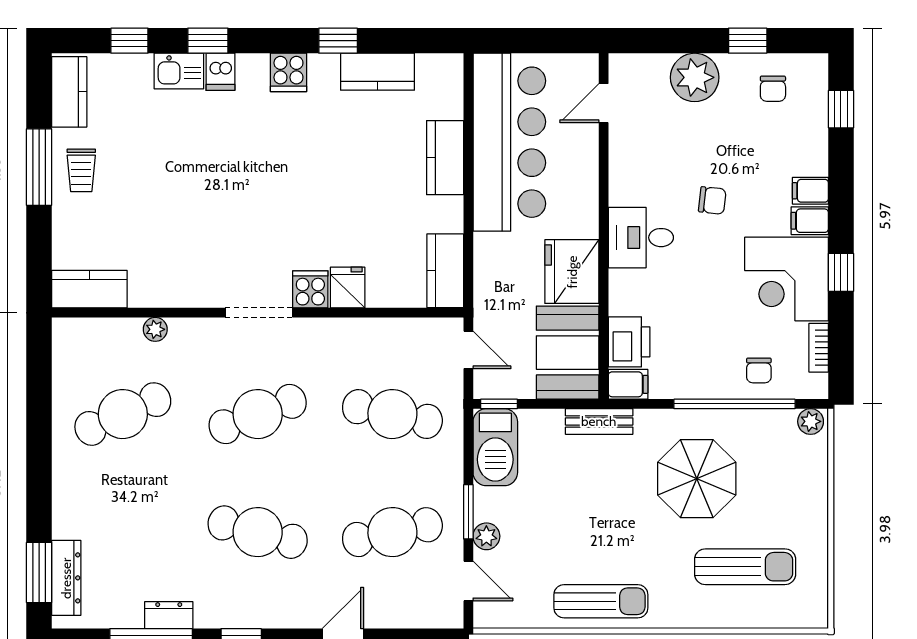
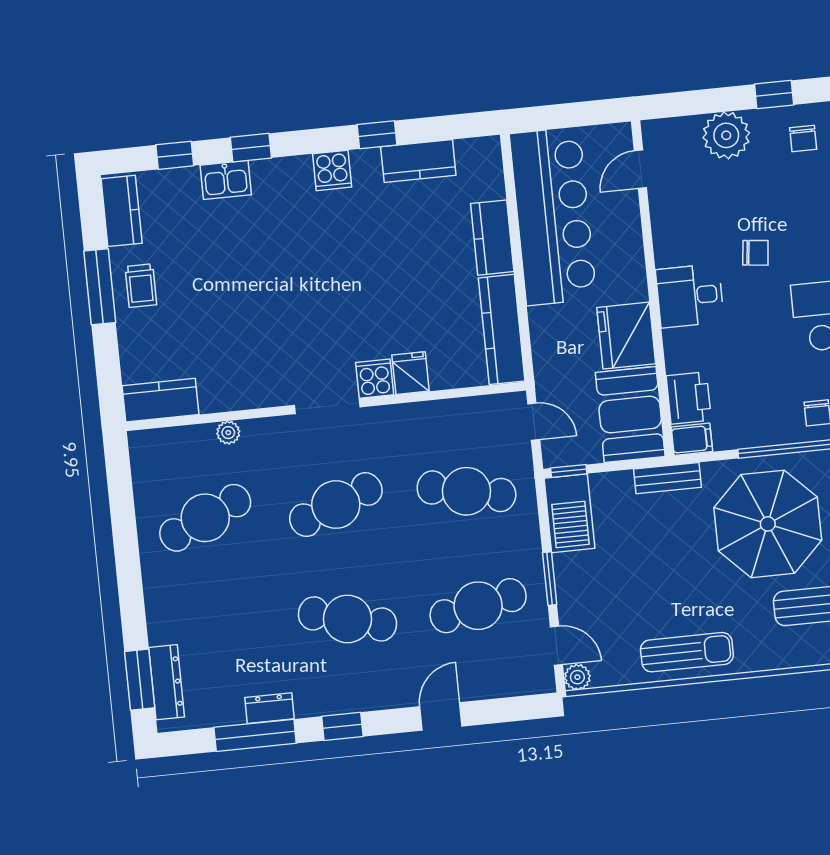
dishwasher: (220, 72) -> (266, 177), removed
kitchen counter: (445, 271) -> (502, 329), width x1.50
parasol: (697, 479) -> (768, 524), width x1.36, depth x1.36
plant: (486, 536) -> (577, 677), moved

